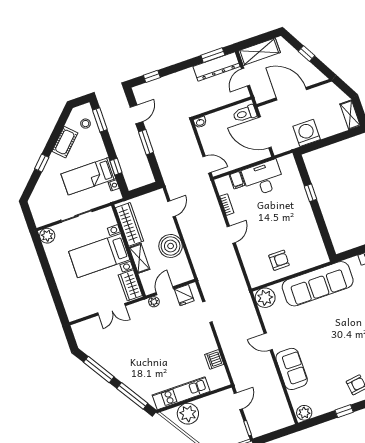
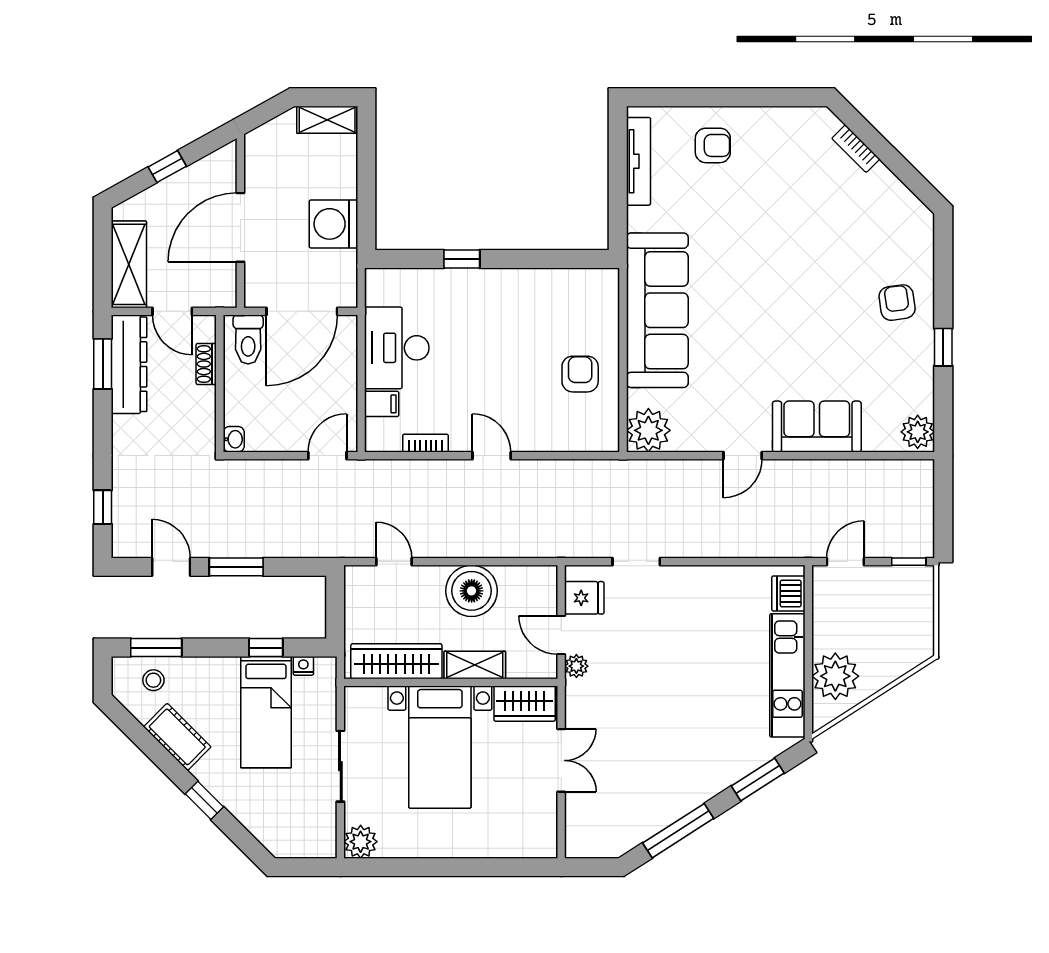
shoe rack: (228, 99) -> (206, 364), added
dishwasher: (214, 359) -> (788, 594), moved, turned 90
window: (132, 396) -> (758, 780), width x0.69
door: (238, 401) -> (845, 562), hinge flipped

